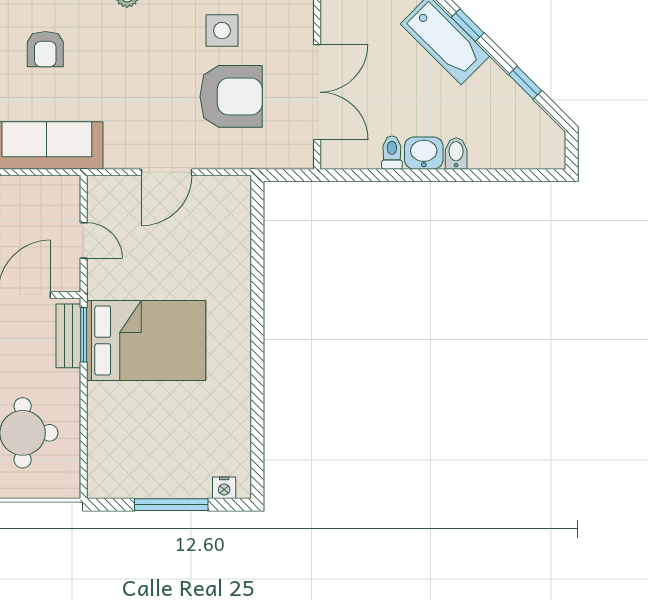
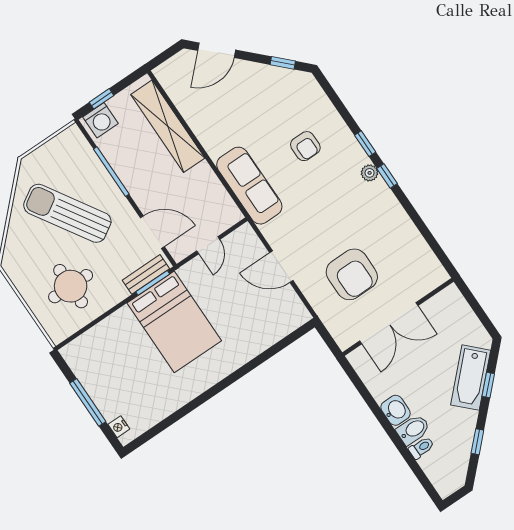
side table: (222, 31) -> (387, 243), removed
armchair: (45, 49) -> (305, 146), turned -90
toilet: (392, 153) -> (421, 448), moved
bidet: (456, 153) -> (413, 430), width x1.38, depth x1.36

